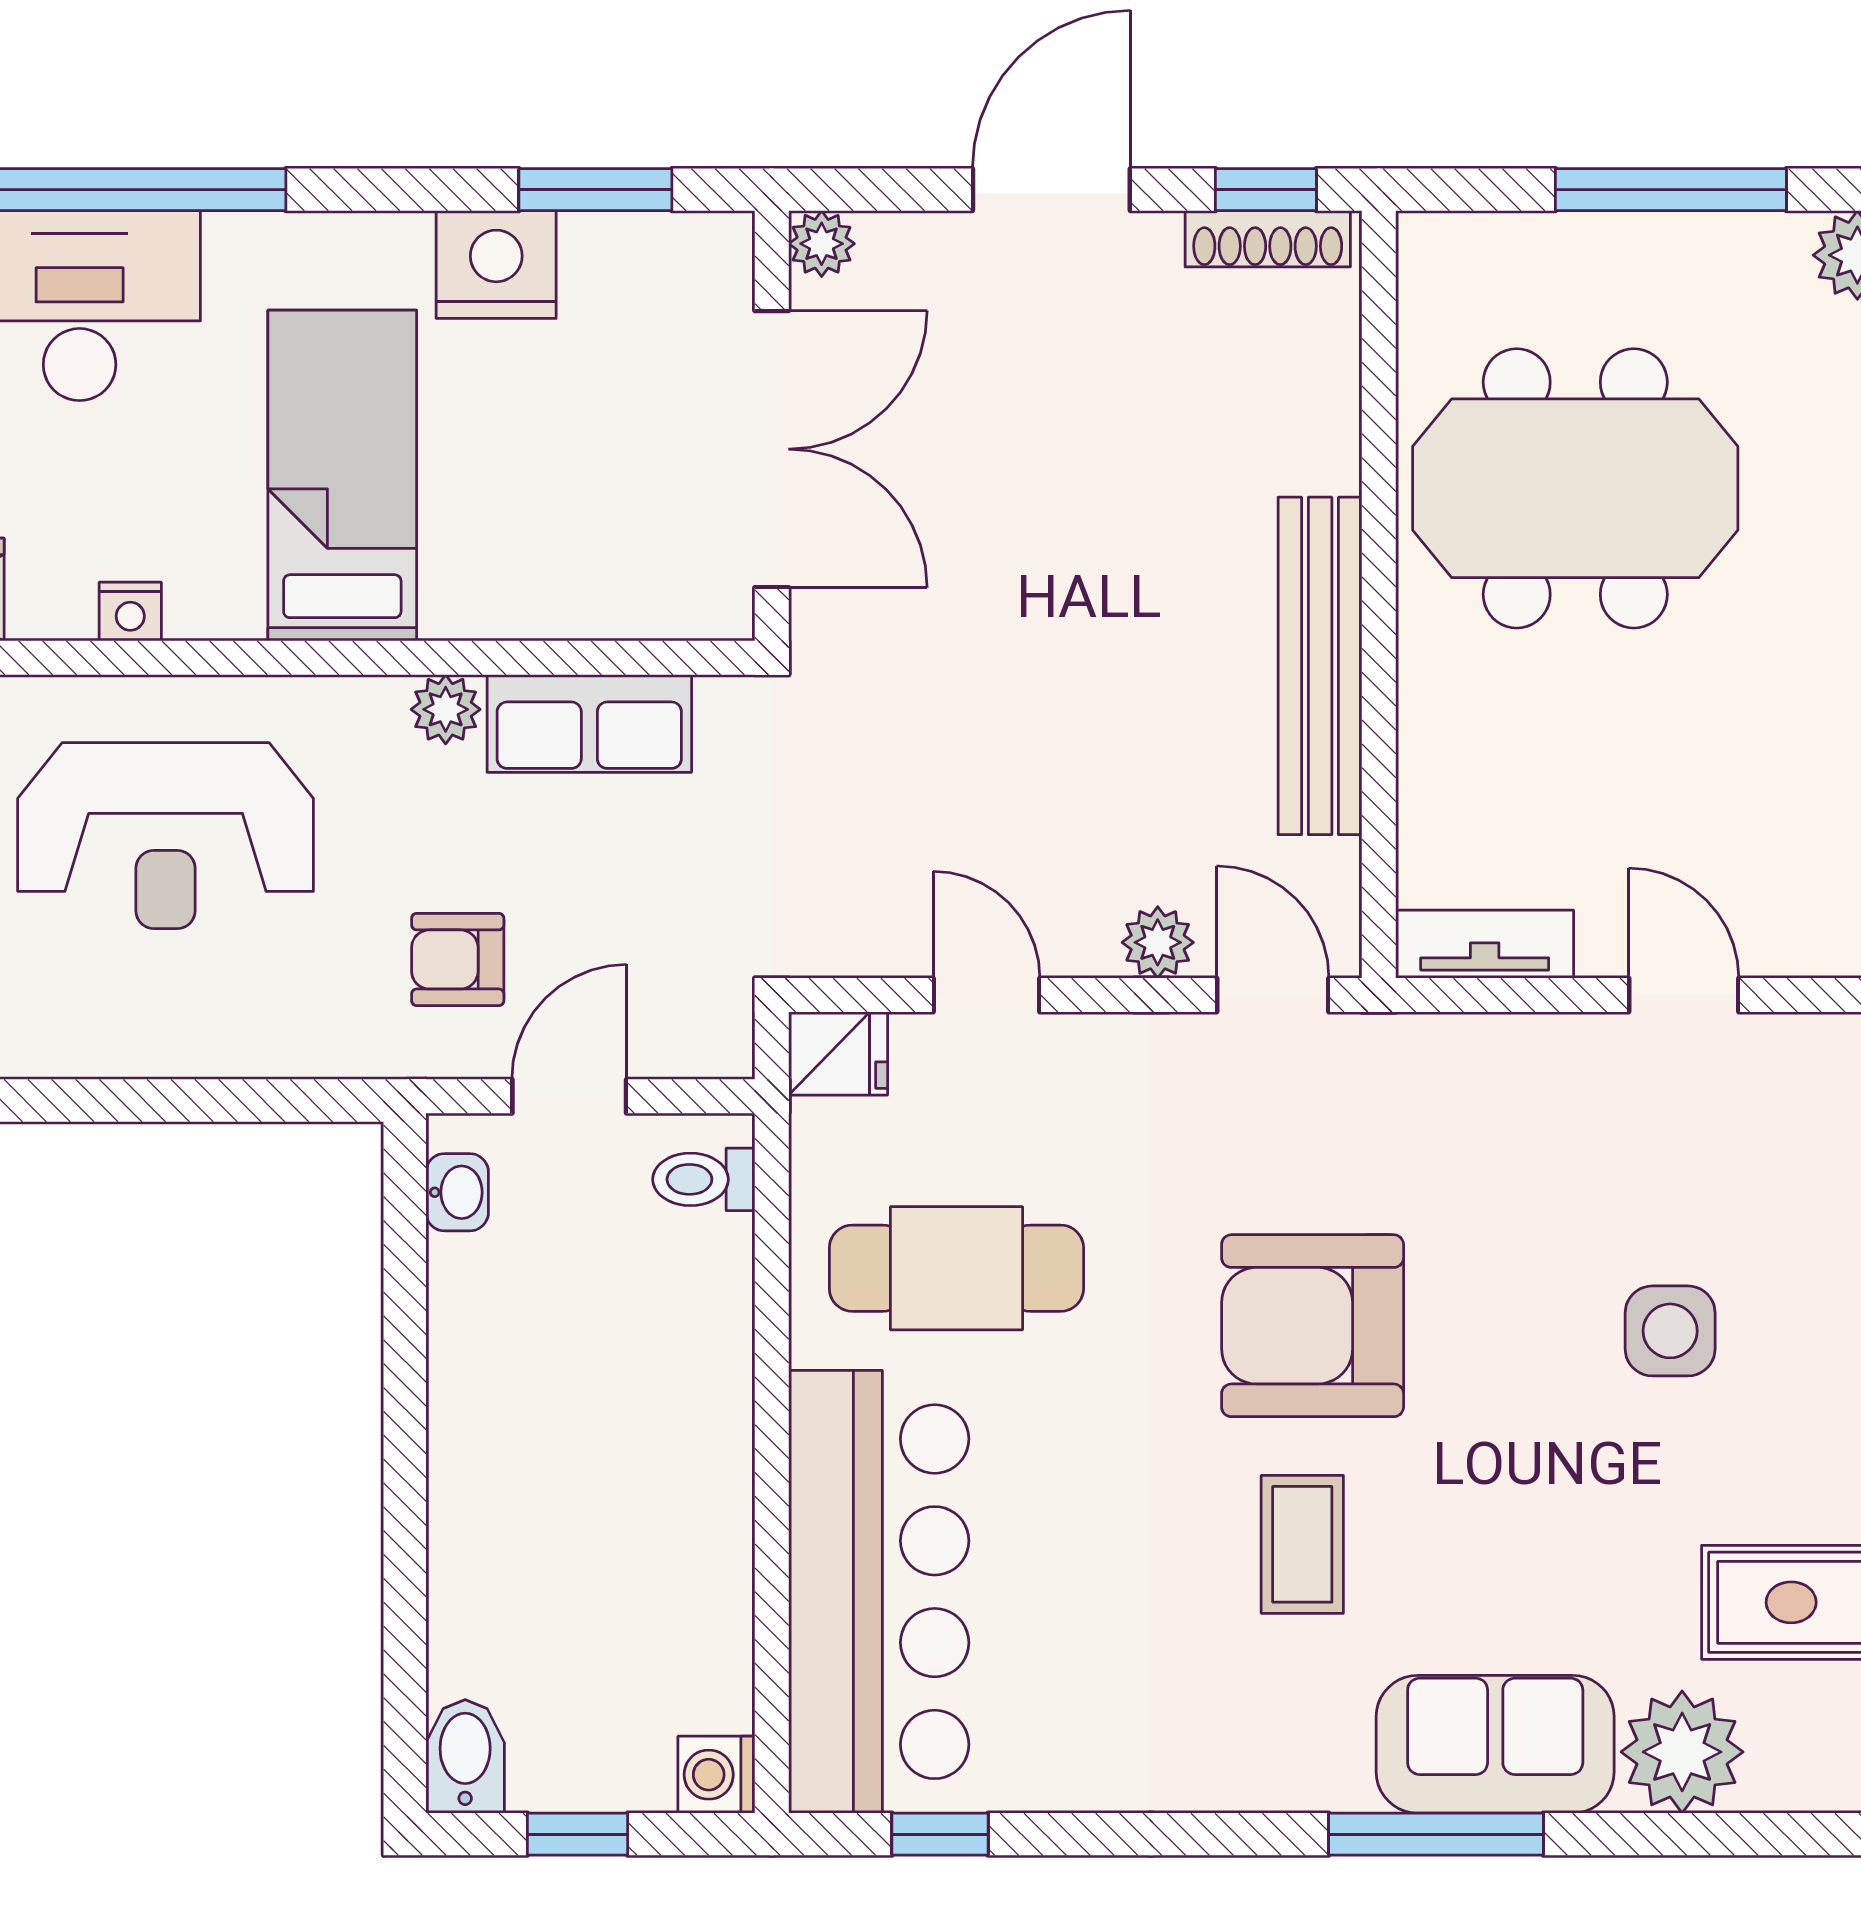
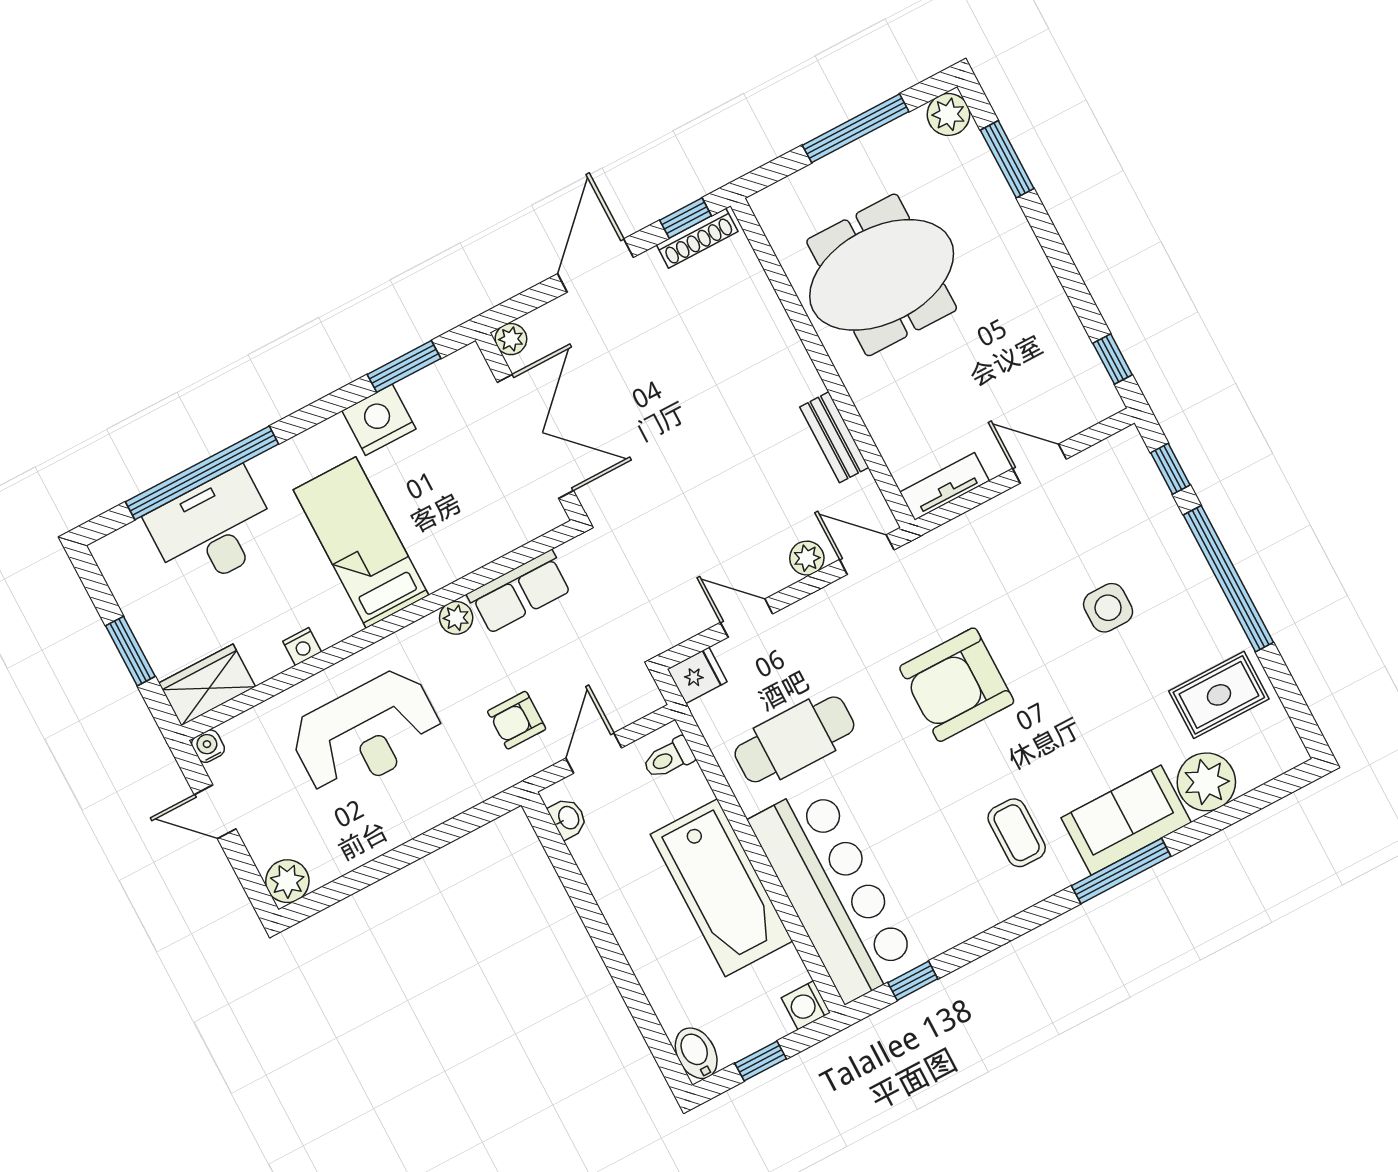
bench: (1320, 666) -> (834, 437), width x0.54, depth x0.82
bathtub: (675, 1473) -> (721, 888), added
coffee table: (1302, 1544) -> (1017, 833), moved

